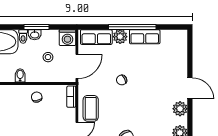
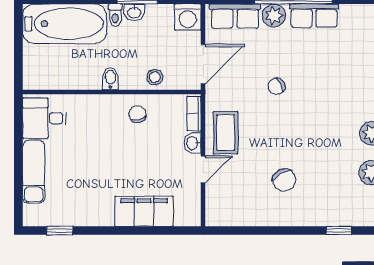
stool: (48, 57) -> (155, 77), moved
washbasin: (70, 115) -> (193, 143), added

